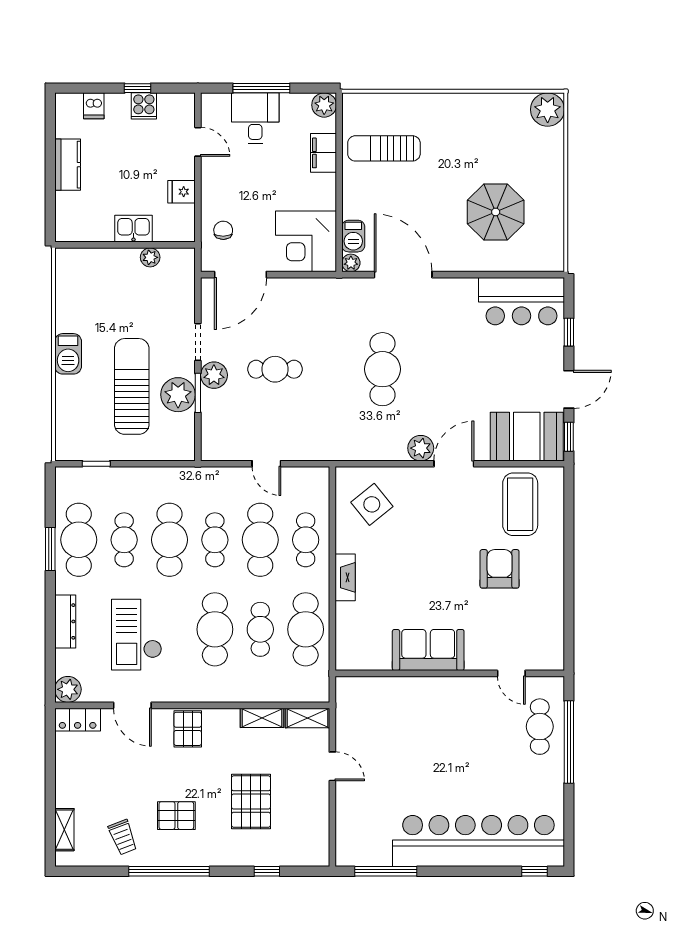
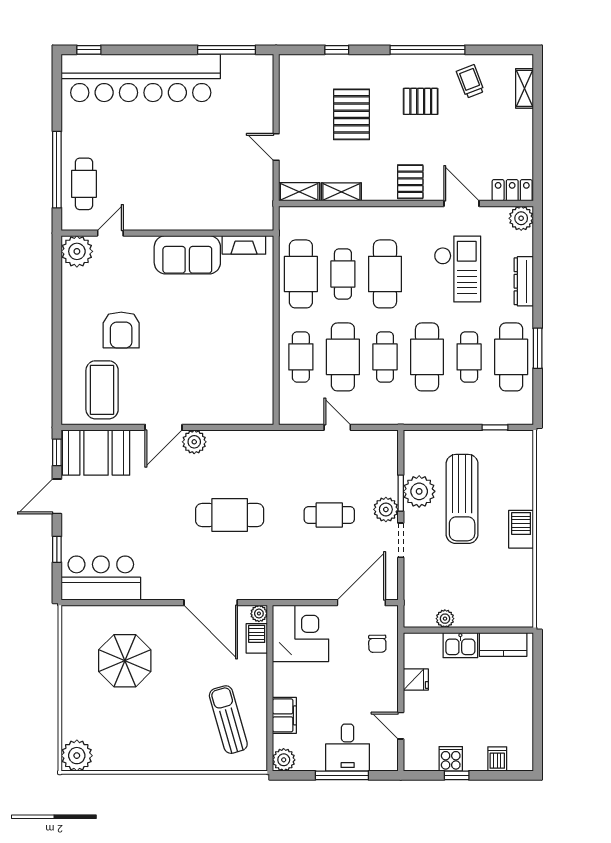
sun lounger: (384, 148) -> (228, 720), turned -106
kitchen counter: (68, 165) -> (503, 645), moved, turned -90
cafe table: (382, 369) -> (230, 515), turned 90
side table: (372, 504) -> (240, 390), removed
fireplace: (345, 577) -> (244, 245), moved, turned -90
plant: (547, 654) -> (77, 251), added
door: (511, 673) -> (110, 233), hinge flipped

